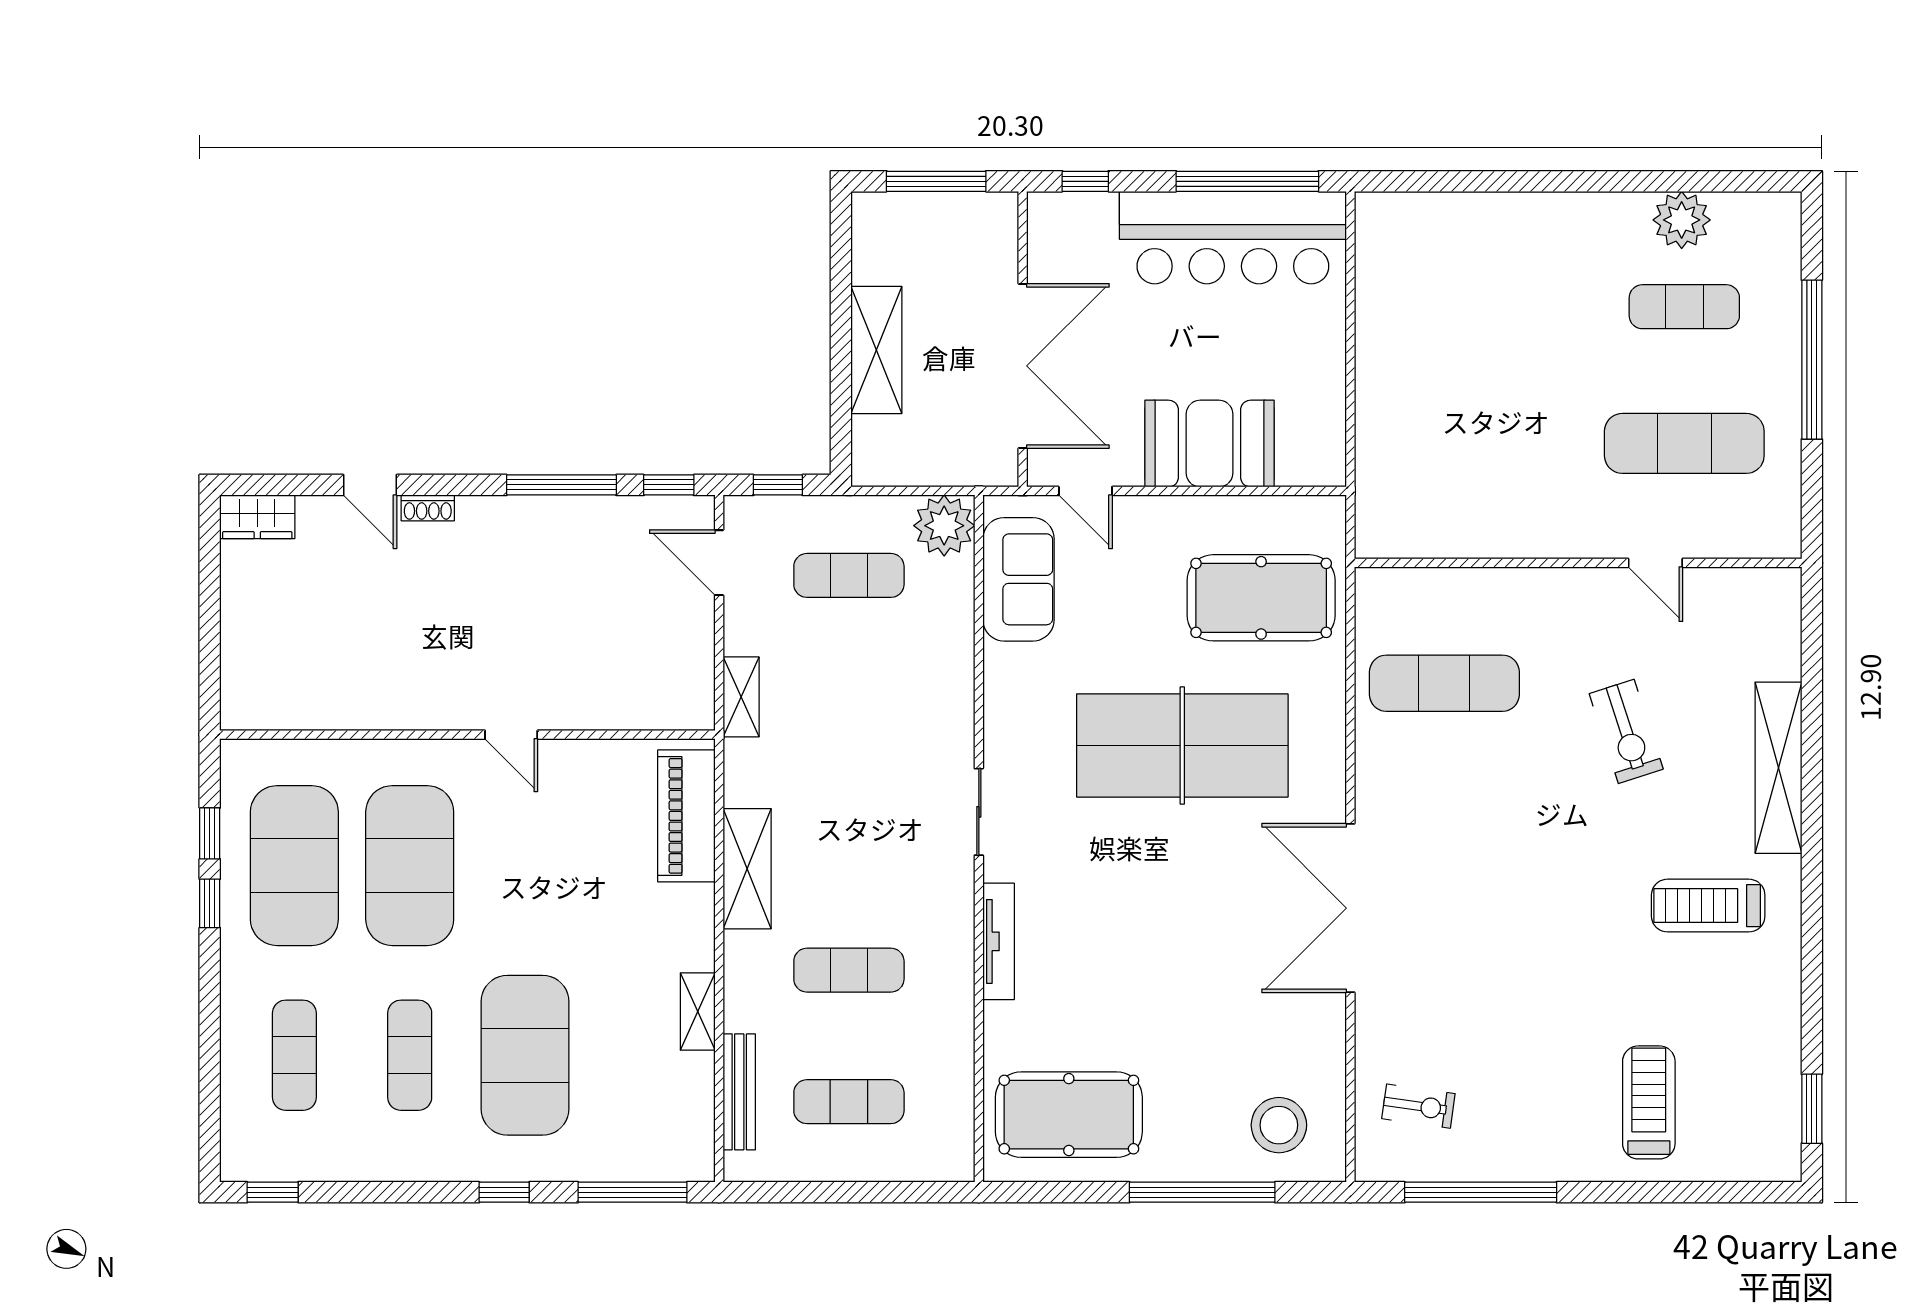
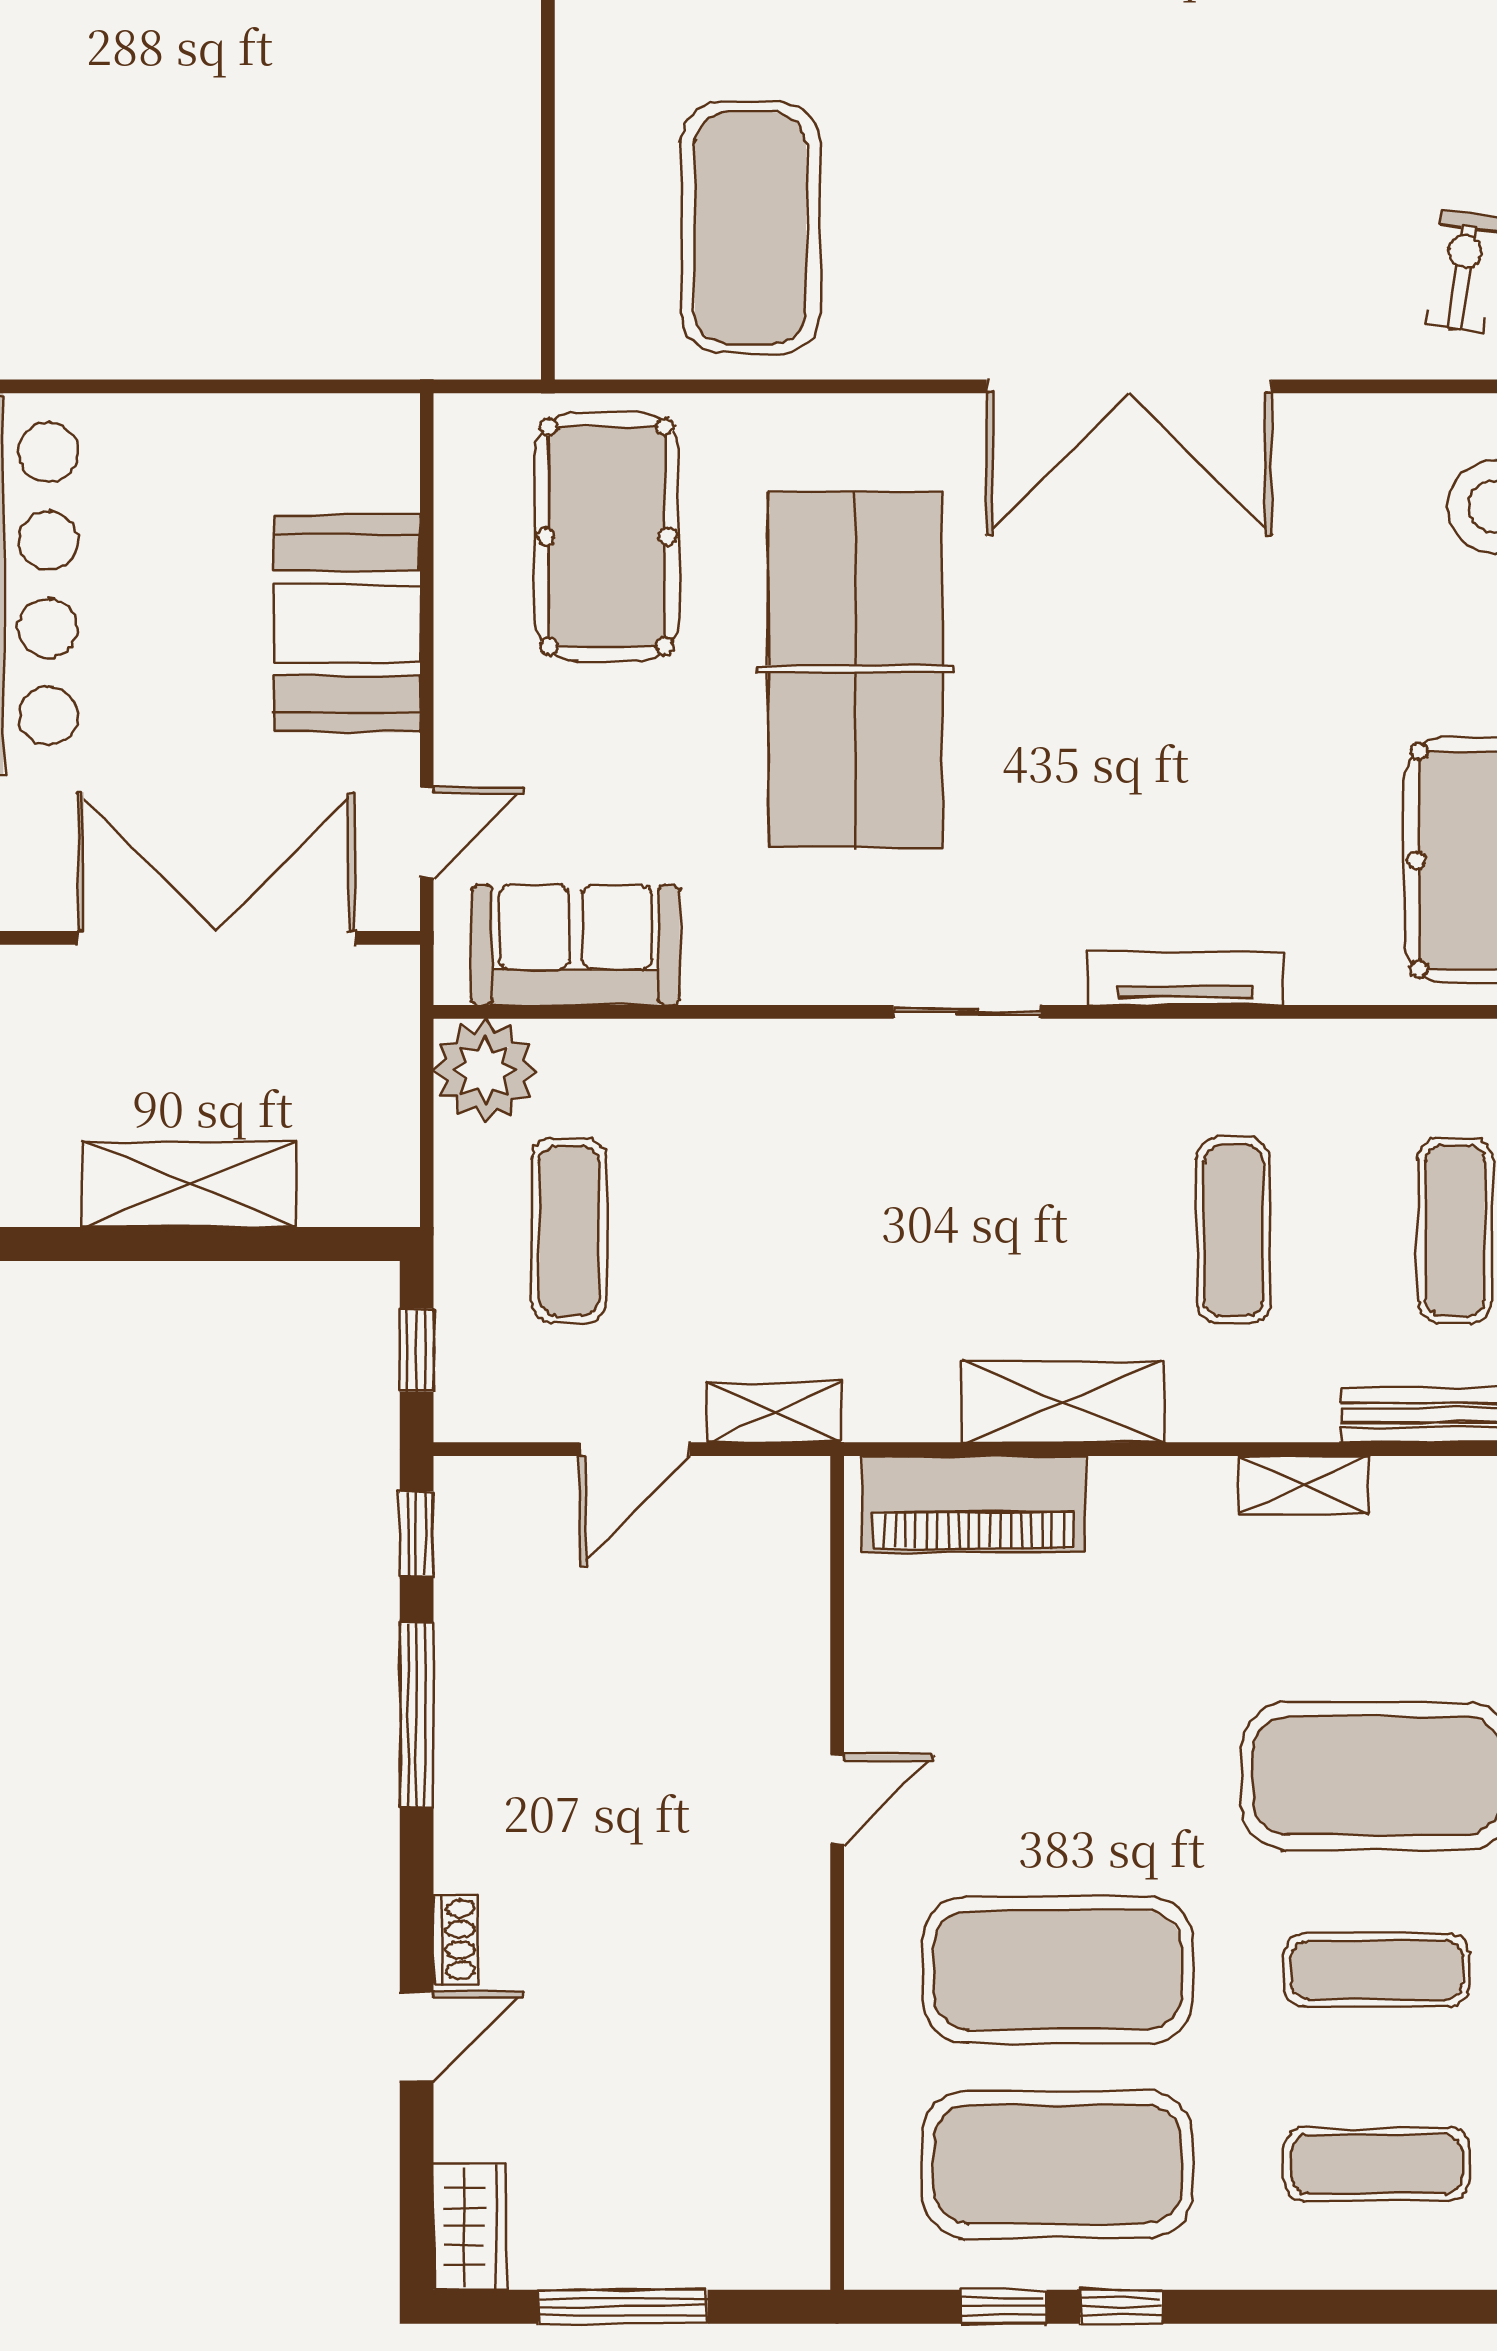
door: (719, 563) -> (634, 1449), moved
window: (210, 607) -> (623, 2307), added
exercise mat: (1444, 683) -> (750, 228), width x1.47

